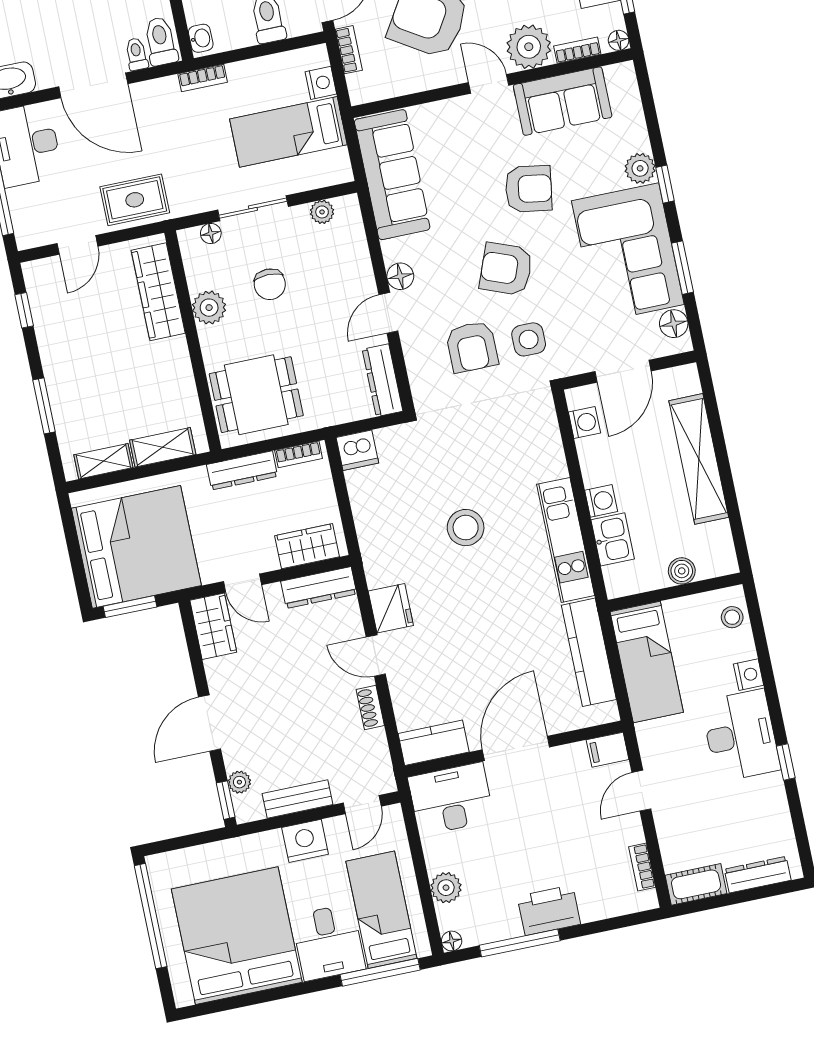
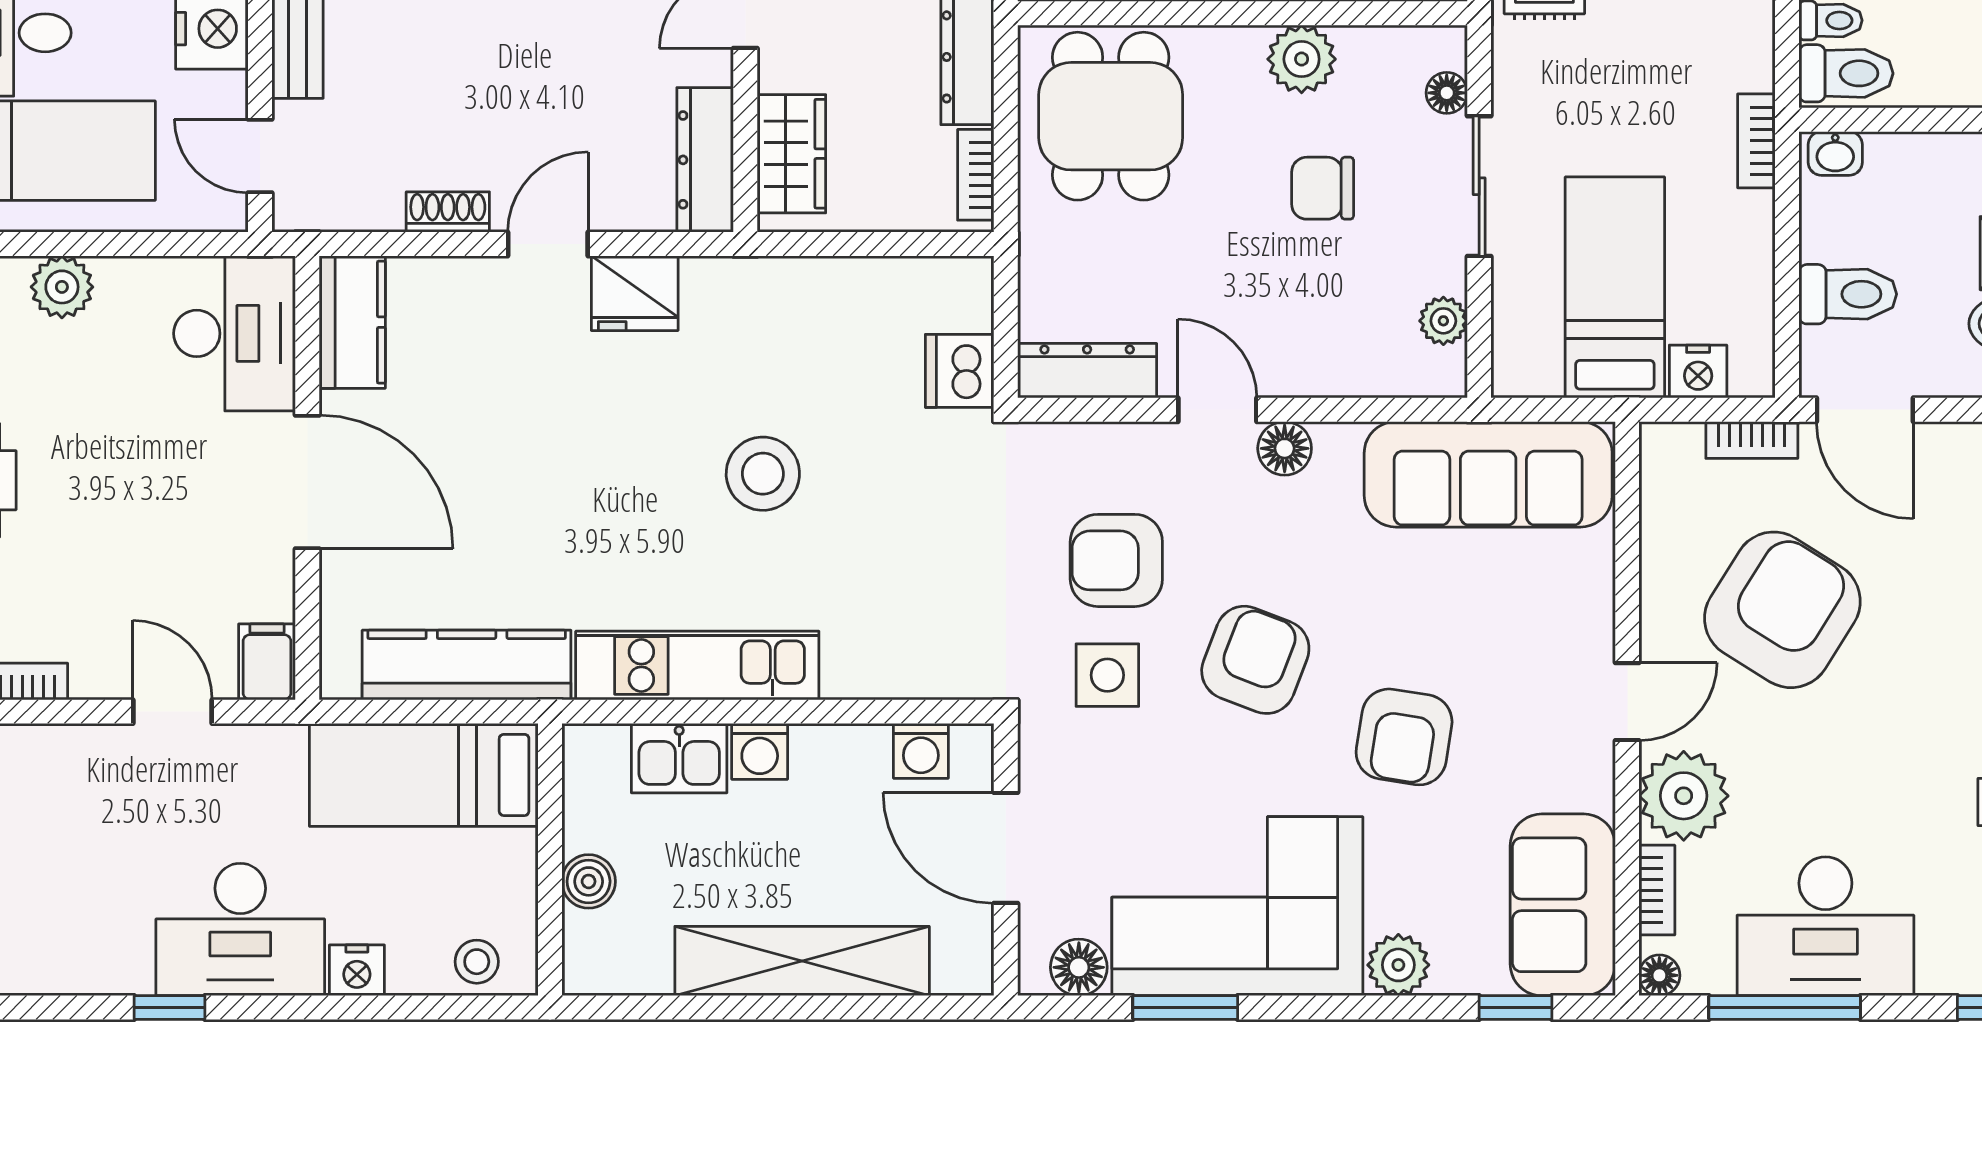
sofa: (563, 101) -> (1563, 905), moved
window: (665, 184) -> (1515, 1008), moved
dishwasher: (357, 450) -> (960, 371), moved

